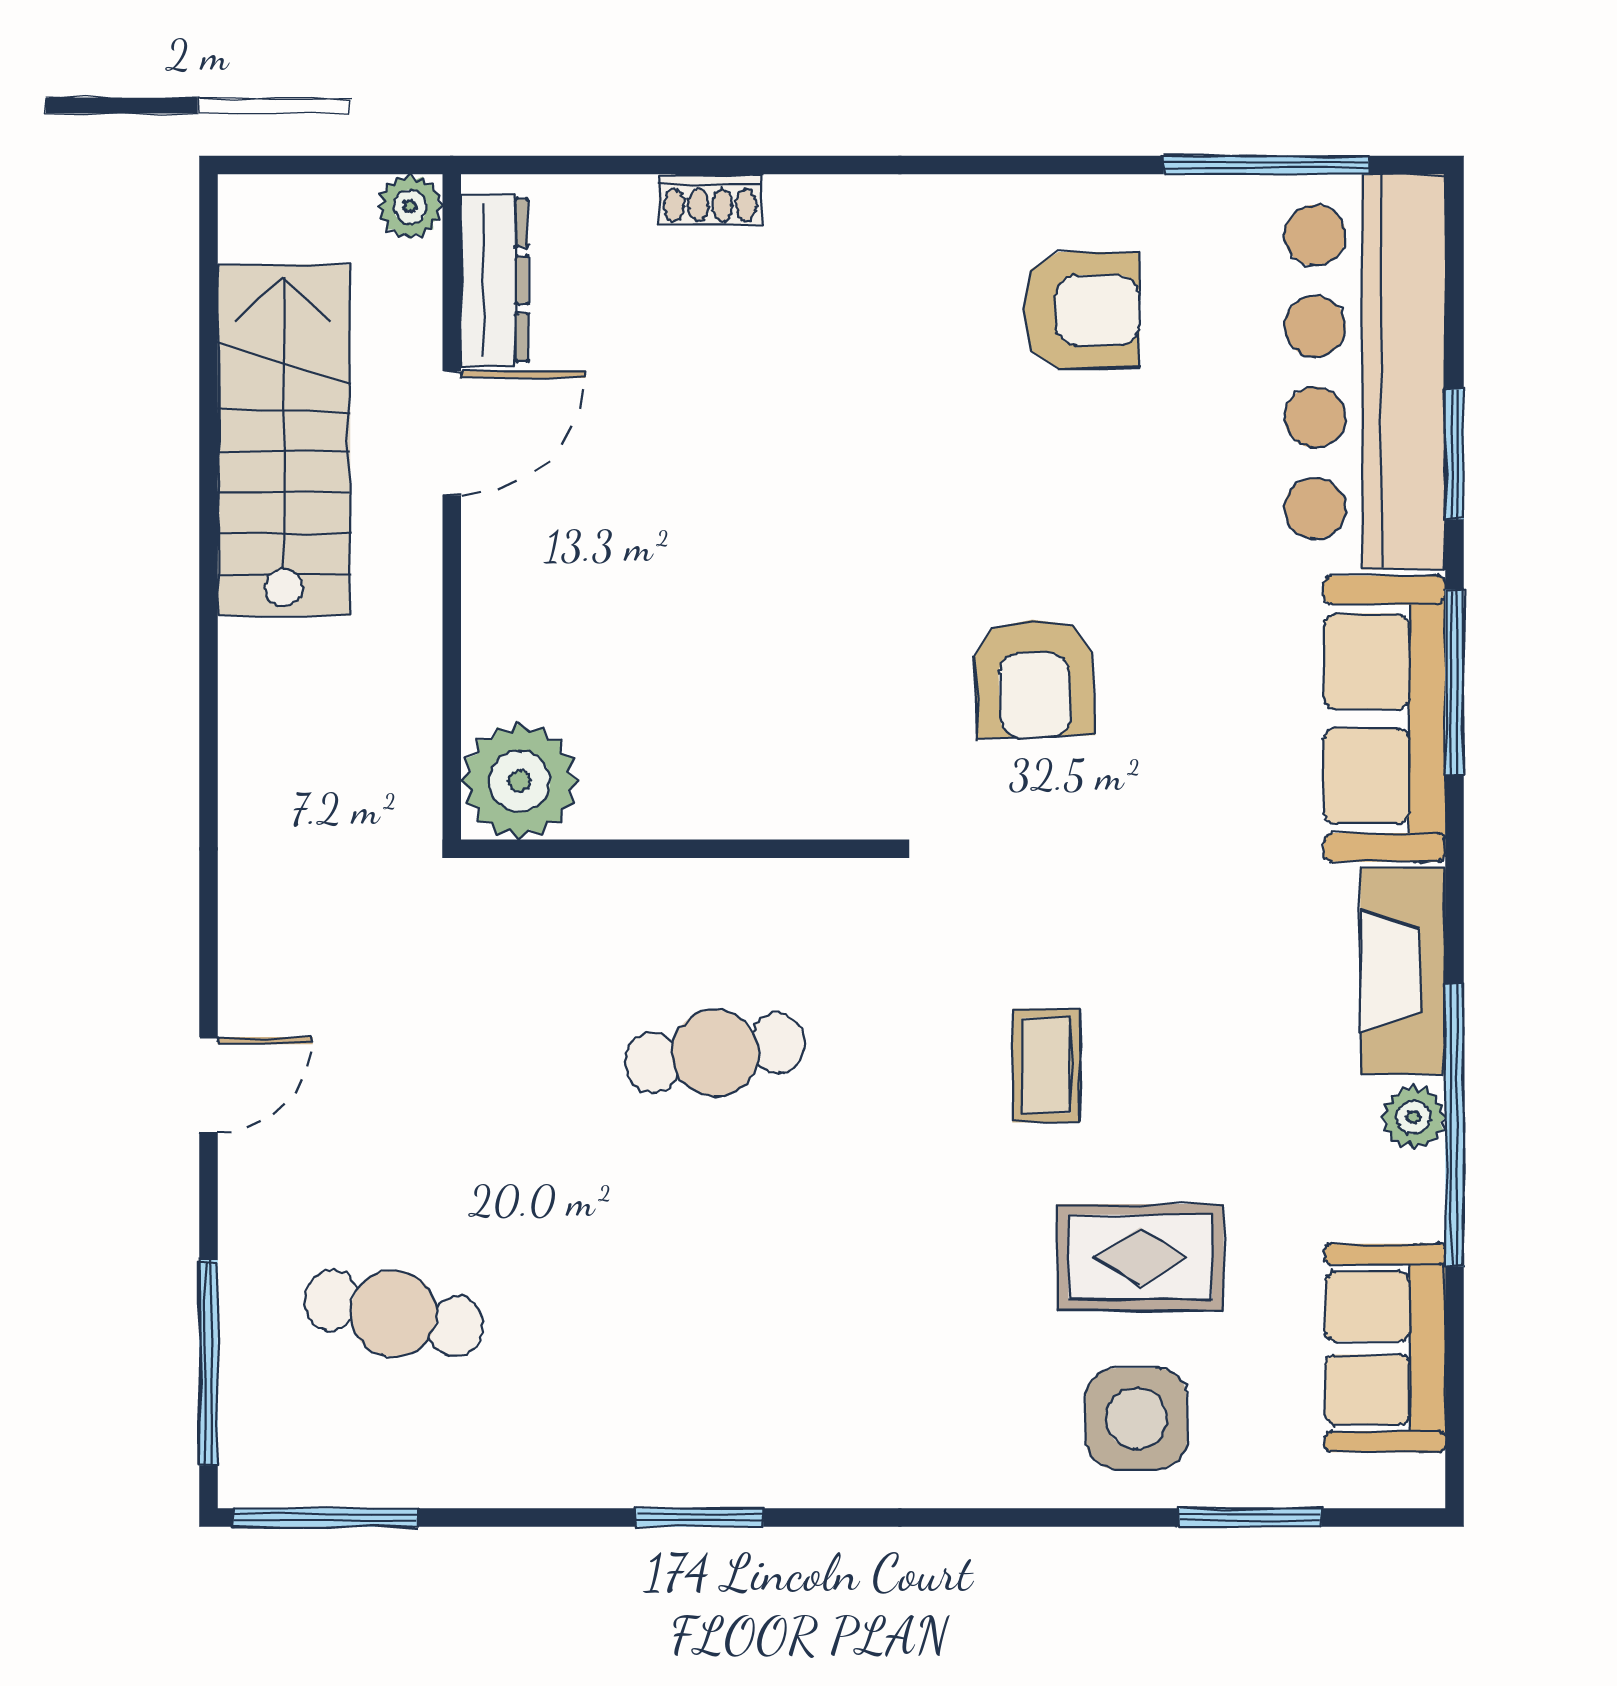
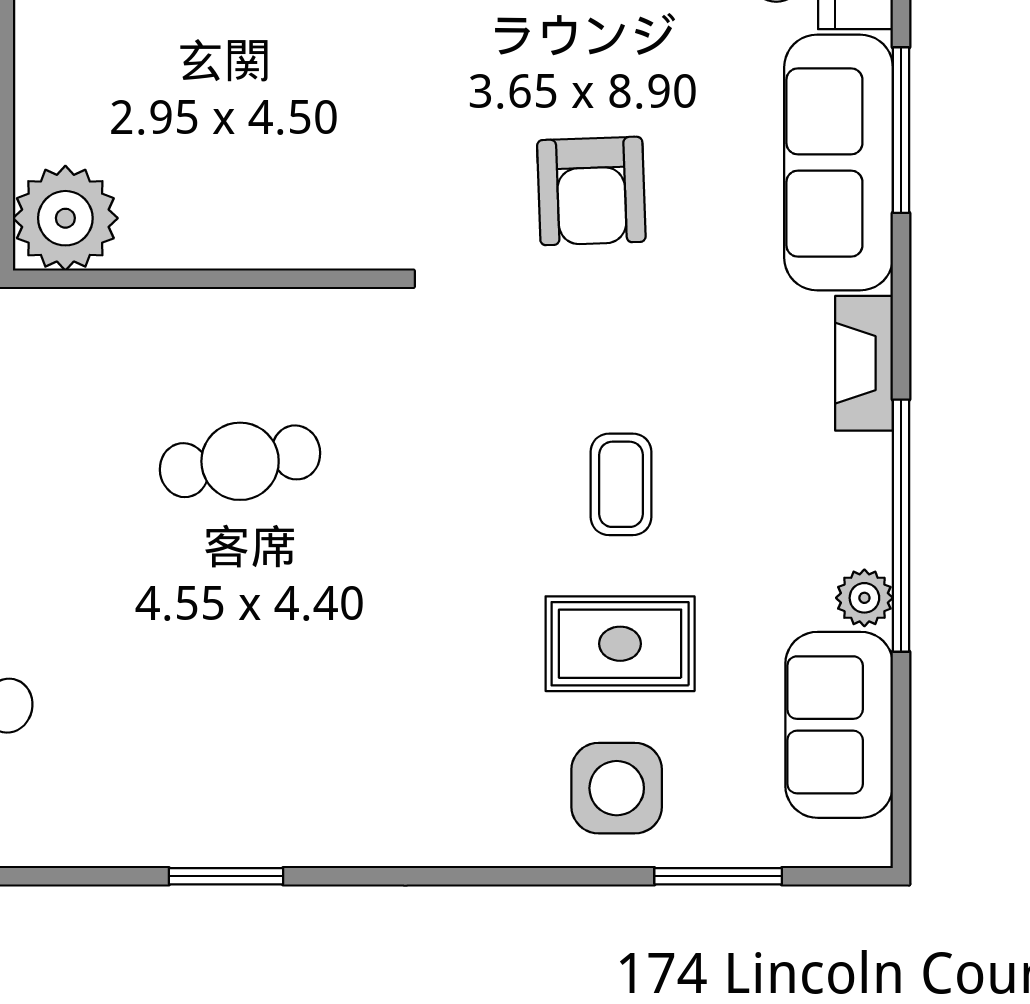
armchair: (1034, 678) -> (591, 191), moved
fireplace: (1403, 971) -> (864, 363), width x0.73, depth x0.76
coffee table: (1046, 1066) -> (621, 484), moved
plant: (1414, 1117) -> (864, 598), moved

